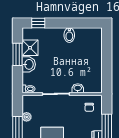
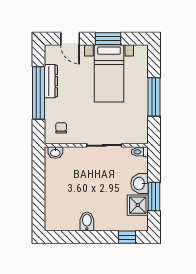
washbasin: (78, 88) -> (55, 153), moved
plant: (27, 117) -> (142, 116), removed

